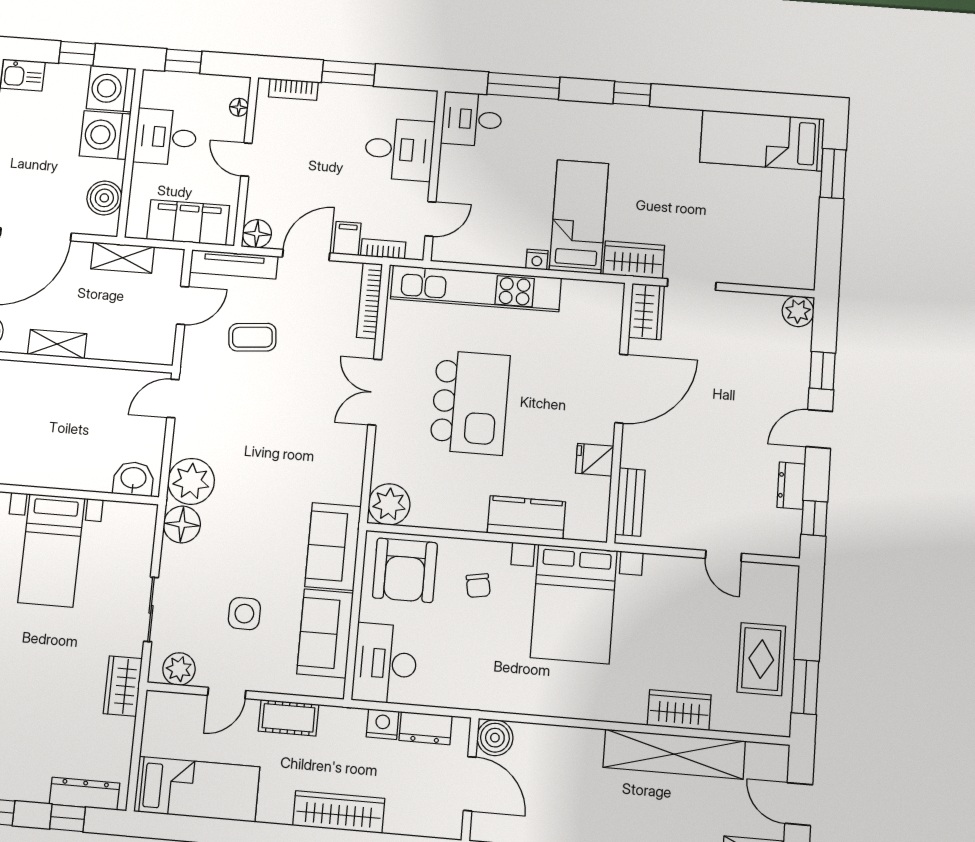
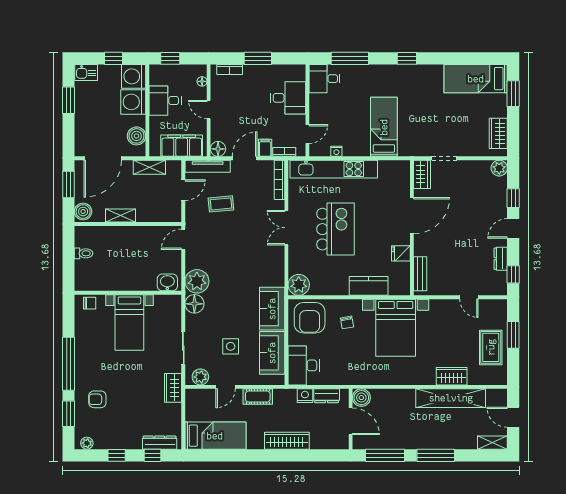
nightstand: (537, 260) -> (336, 151), moved
wardrobe: (634, 260) -> (498, 133), moved, turned -90
window: (805, 687) -> (513, 335), moved

